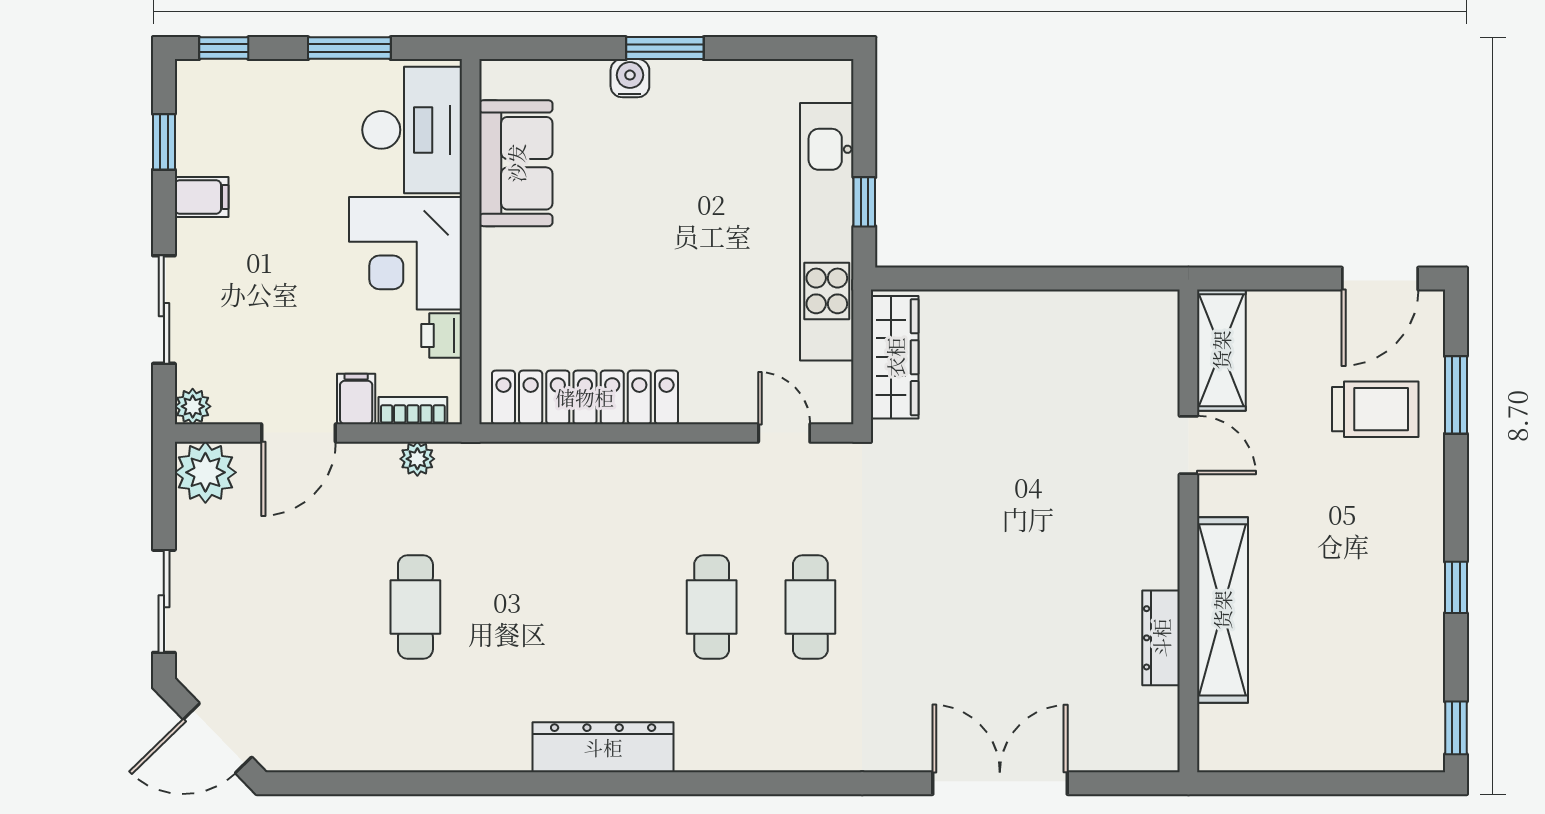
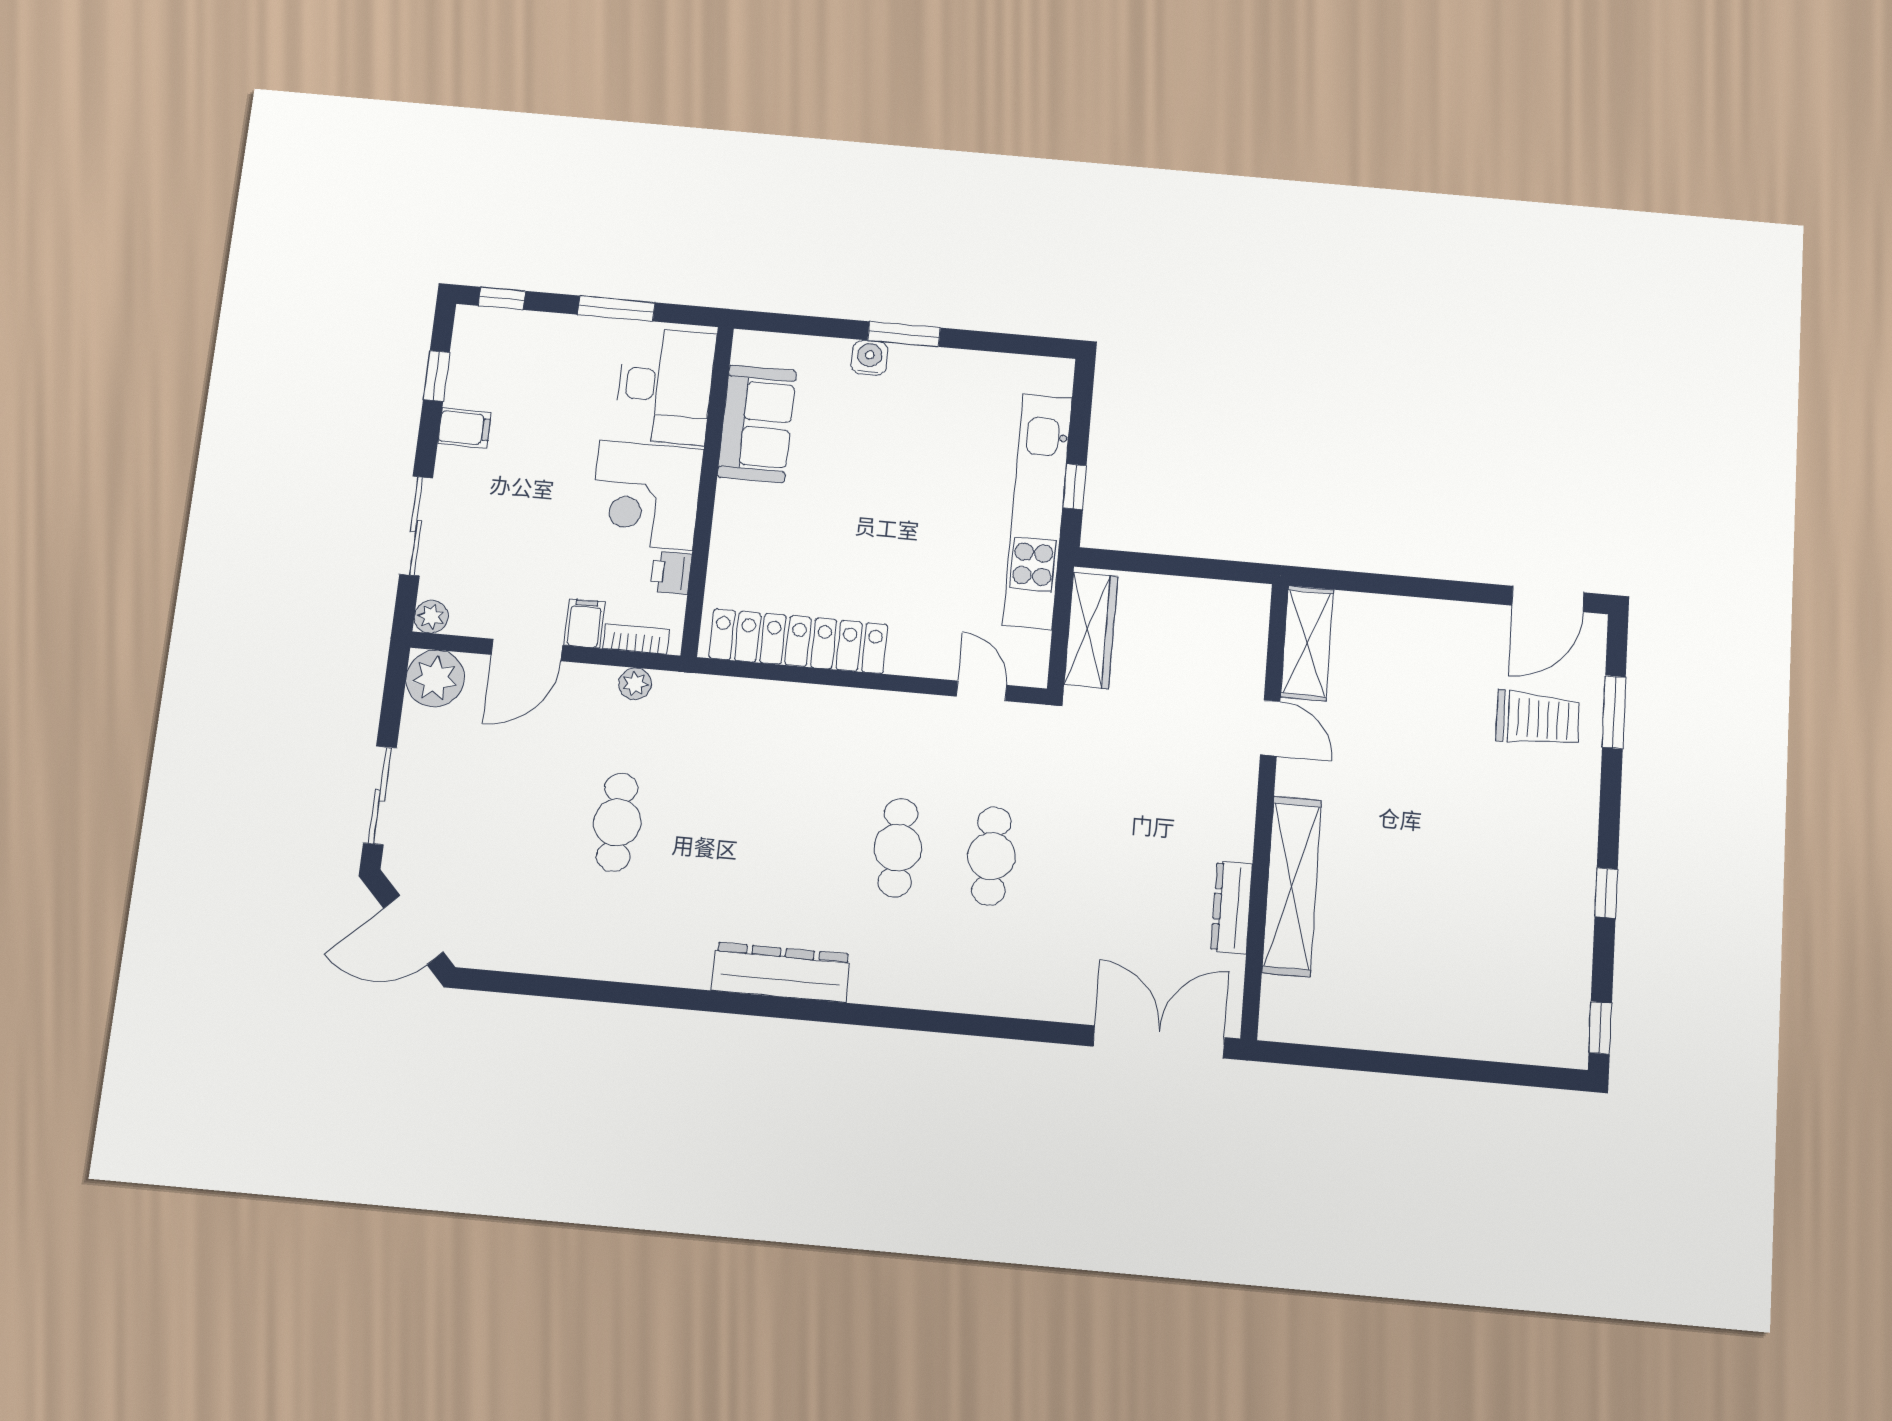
shelving: (1221, 350) -> (1307, 643), moved
door: (1188, 445) -> (1270, 728), moved
wall: (1188, 531) -> (1265, 808), moved
shelving: (1222, 610) -> (1292, 886), moved
dresser: (1161, 638) -> (1232, 907), moved

